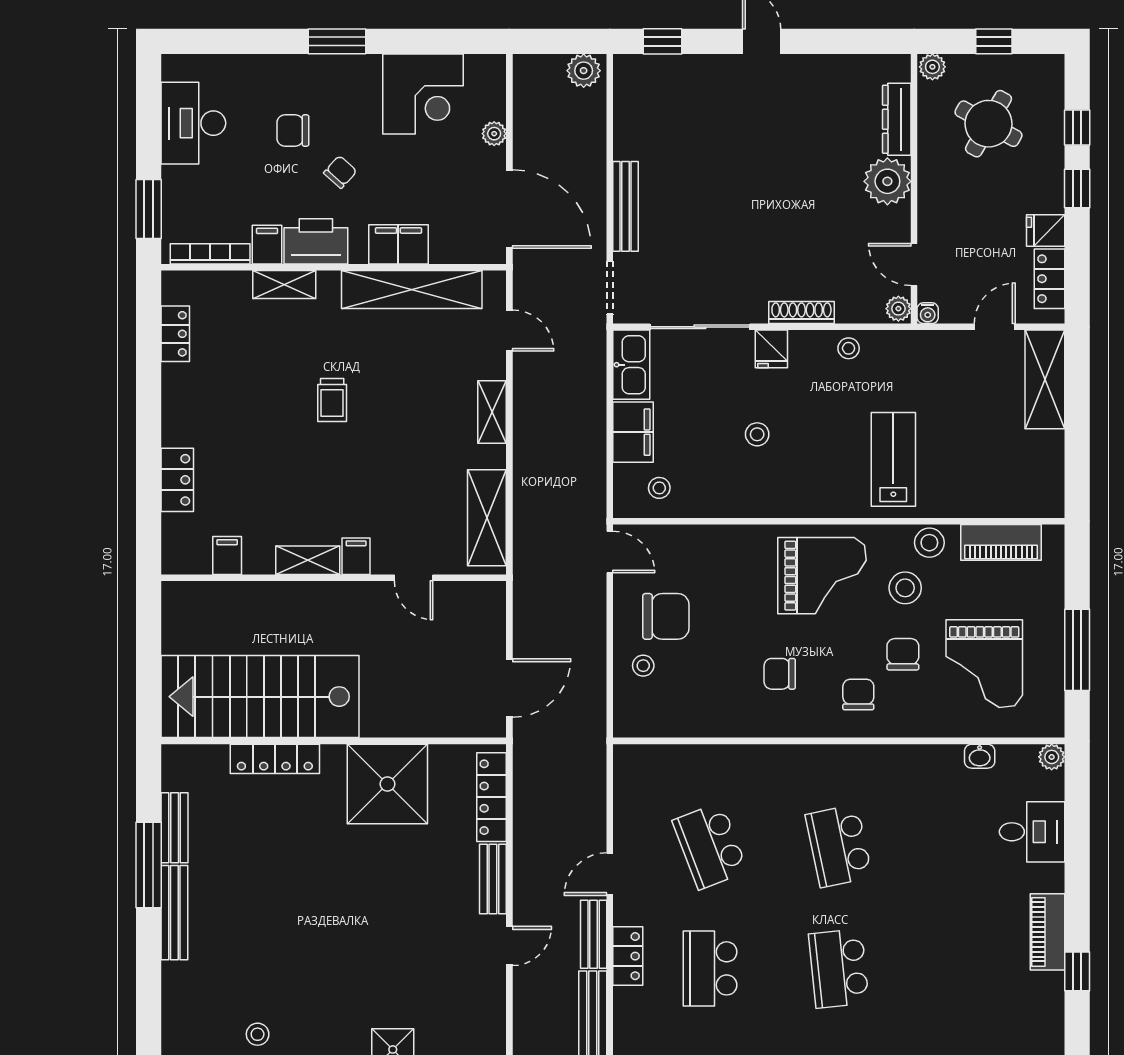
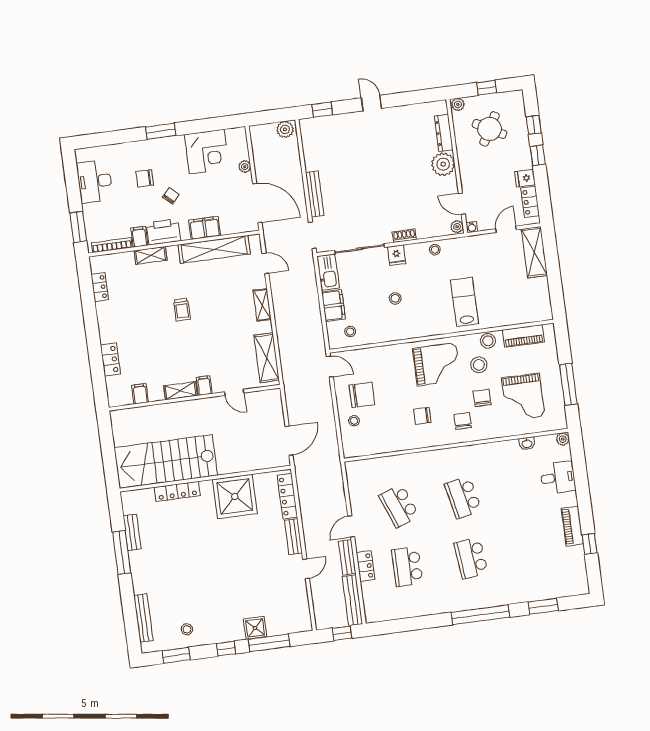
shoe rack: (801, 313) -> (404, 236), width x0.70
bench: (174, 913) -> (143, 618), moved

